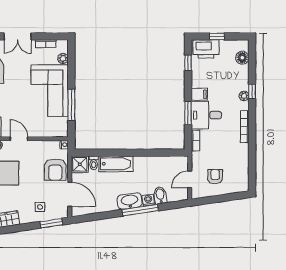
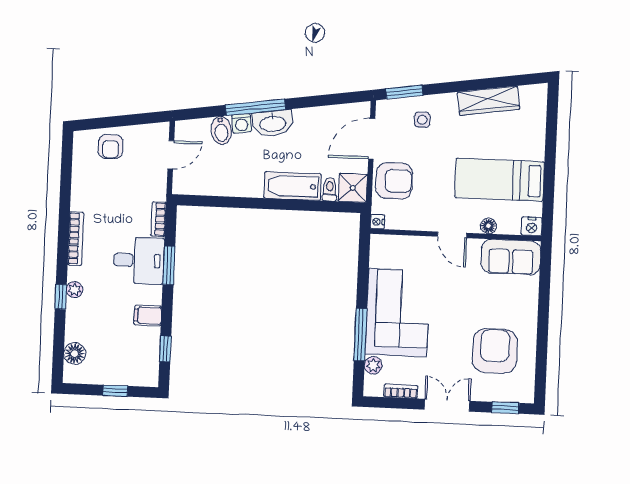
printer: (206, 49) -> (134, 371), removed
filing cabinet: (199, 94) -> (148, 315), moved
window: (71, 105) -> (360, 335), moved
armchair: (55, 170) -> (394, 181), turned 90
armchair: (215, 177) -> (111, 146), moved
door: (70, 194) -> (372, 139), hinge flipped

